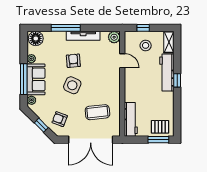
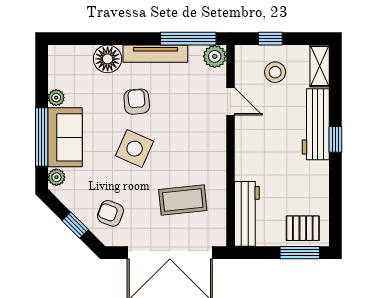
window: (66, 28) -> (188, 39), moved
floor lamp: (36, 38) -> (108, 59), moved

